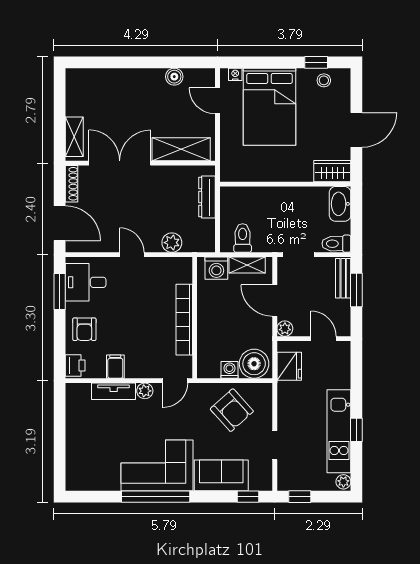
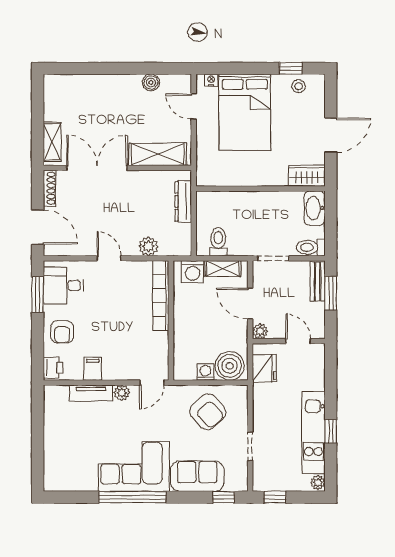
bookcase: (184, 320) -> (161, 296), moved

